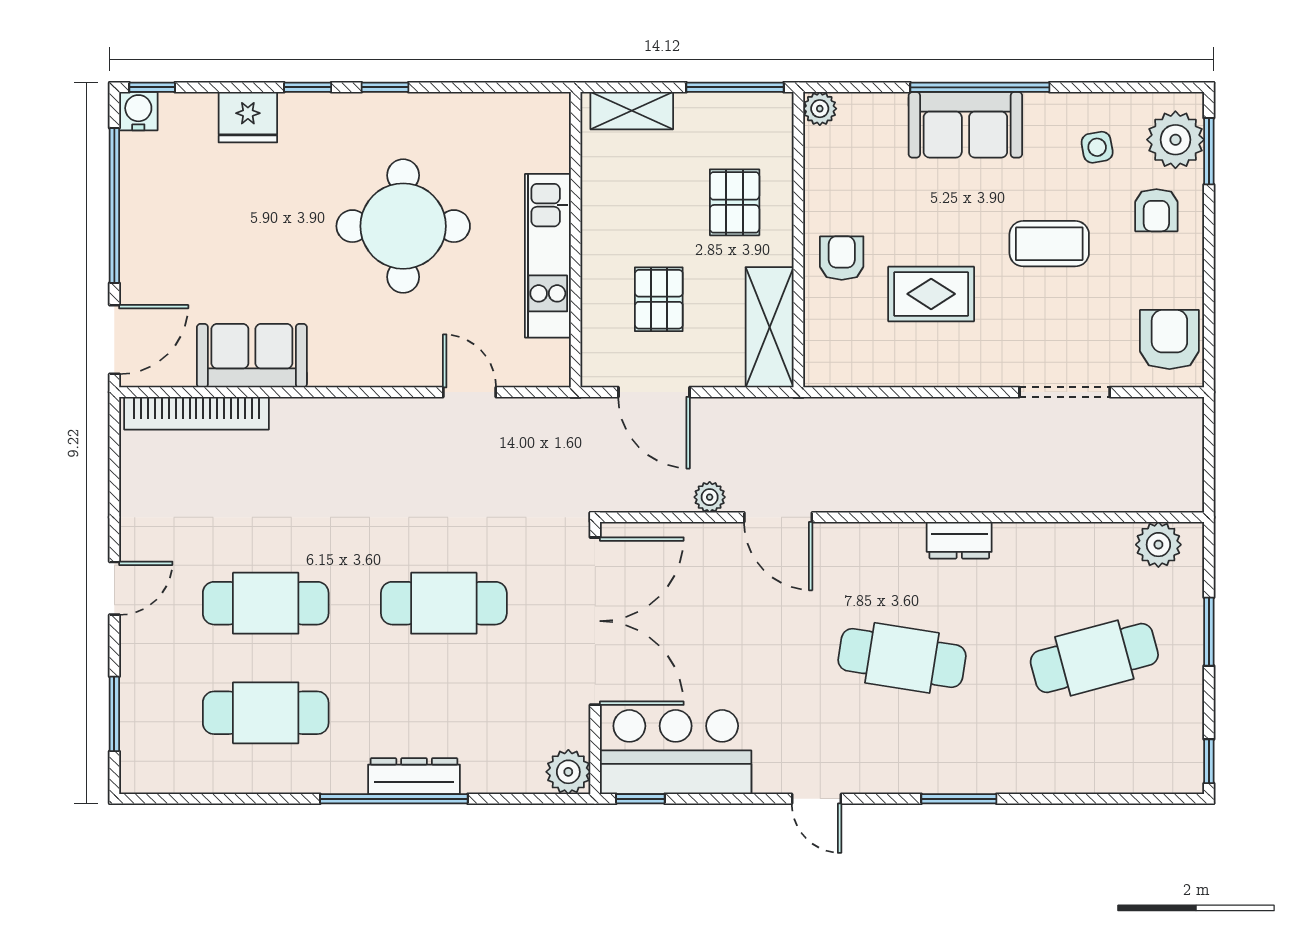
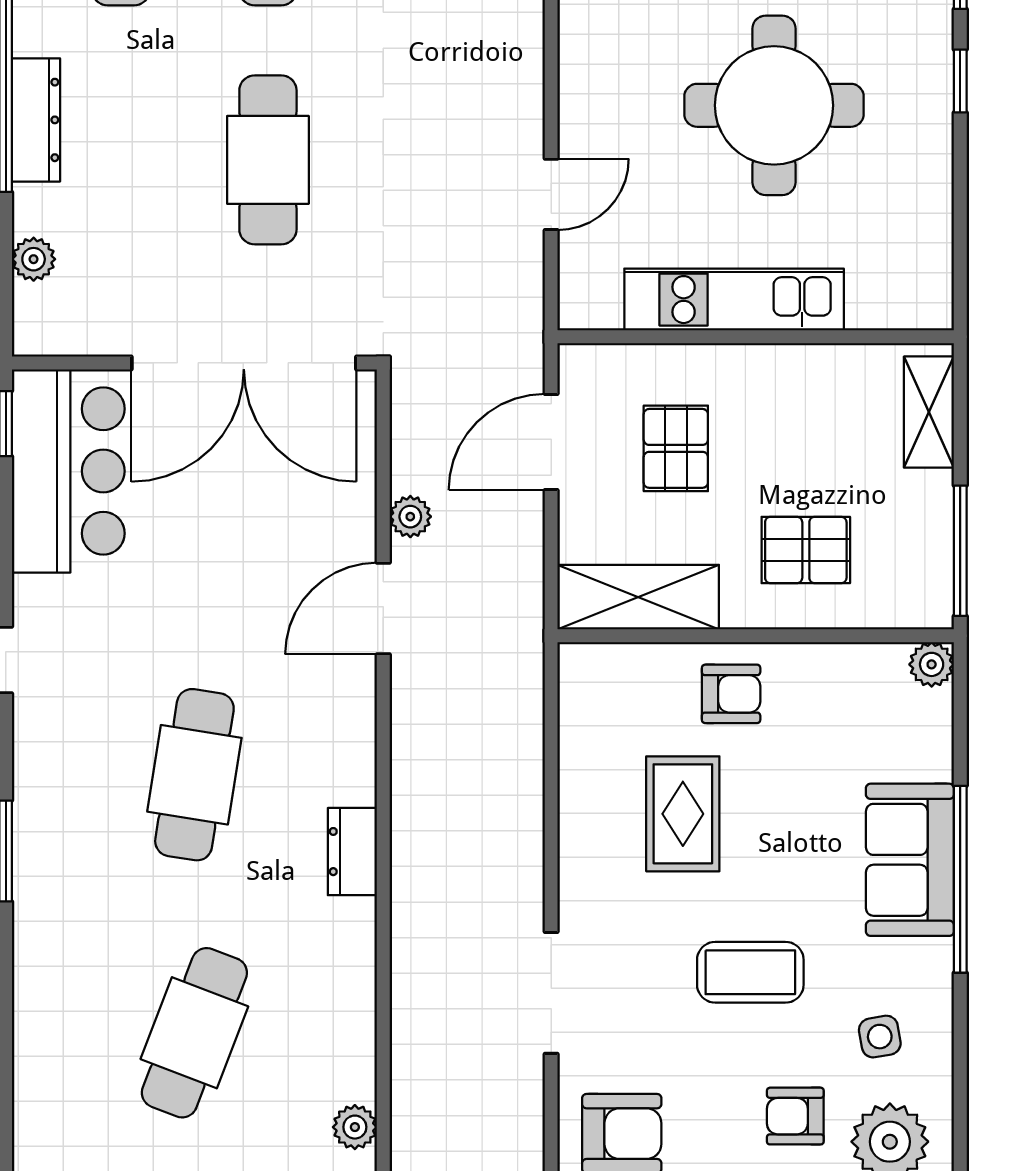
coffee table: (1049, 244) -> (750, 972), turned 90
pallet: (659, 299) -> (676, 448), turned 90
plant: (1158, 545) -> (355, 1127), width x0.73, depth x0.73
cafe table: (1094, 658) -> (194, 1033), turned 36
plant: (568, 772) -> (34, 259), moved, width x0.73, depth x0.73

